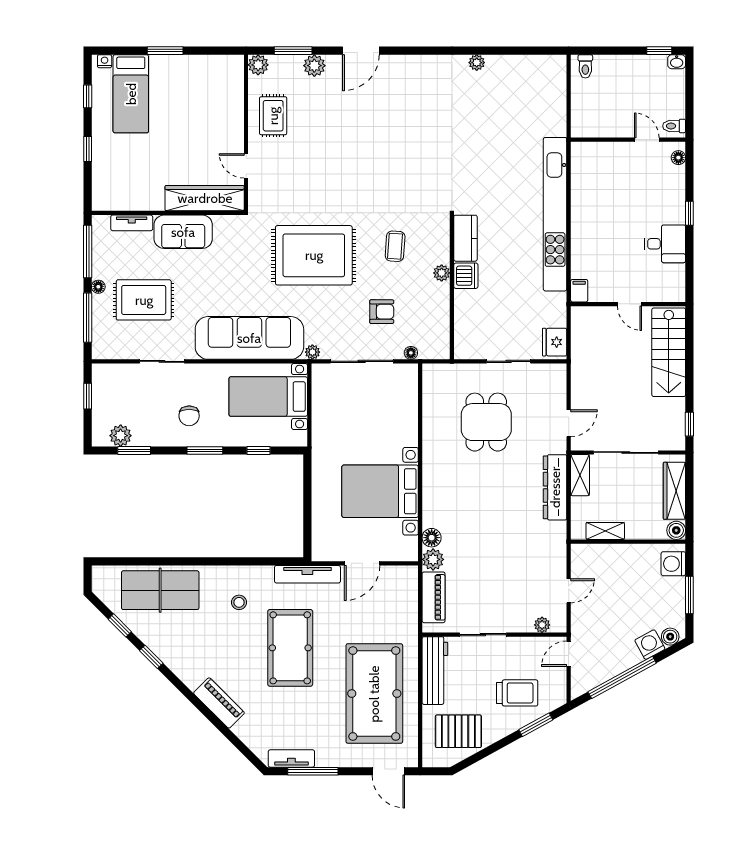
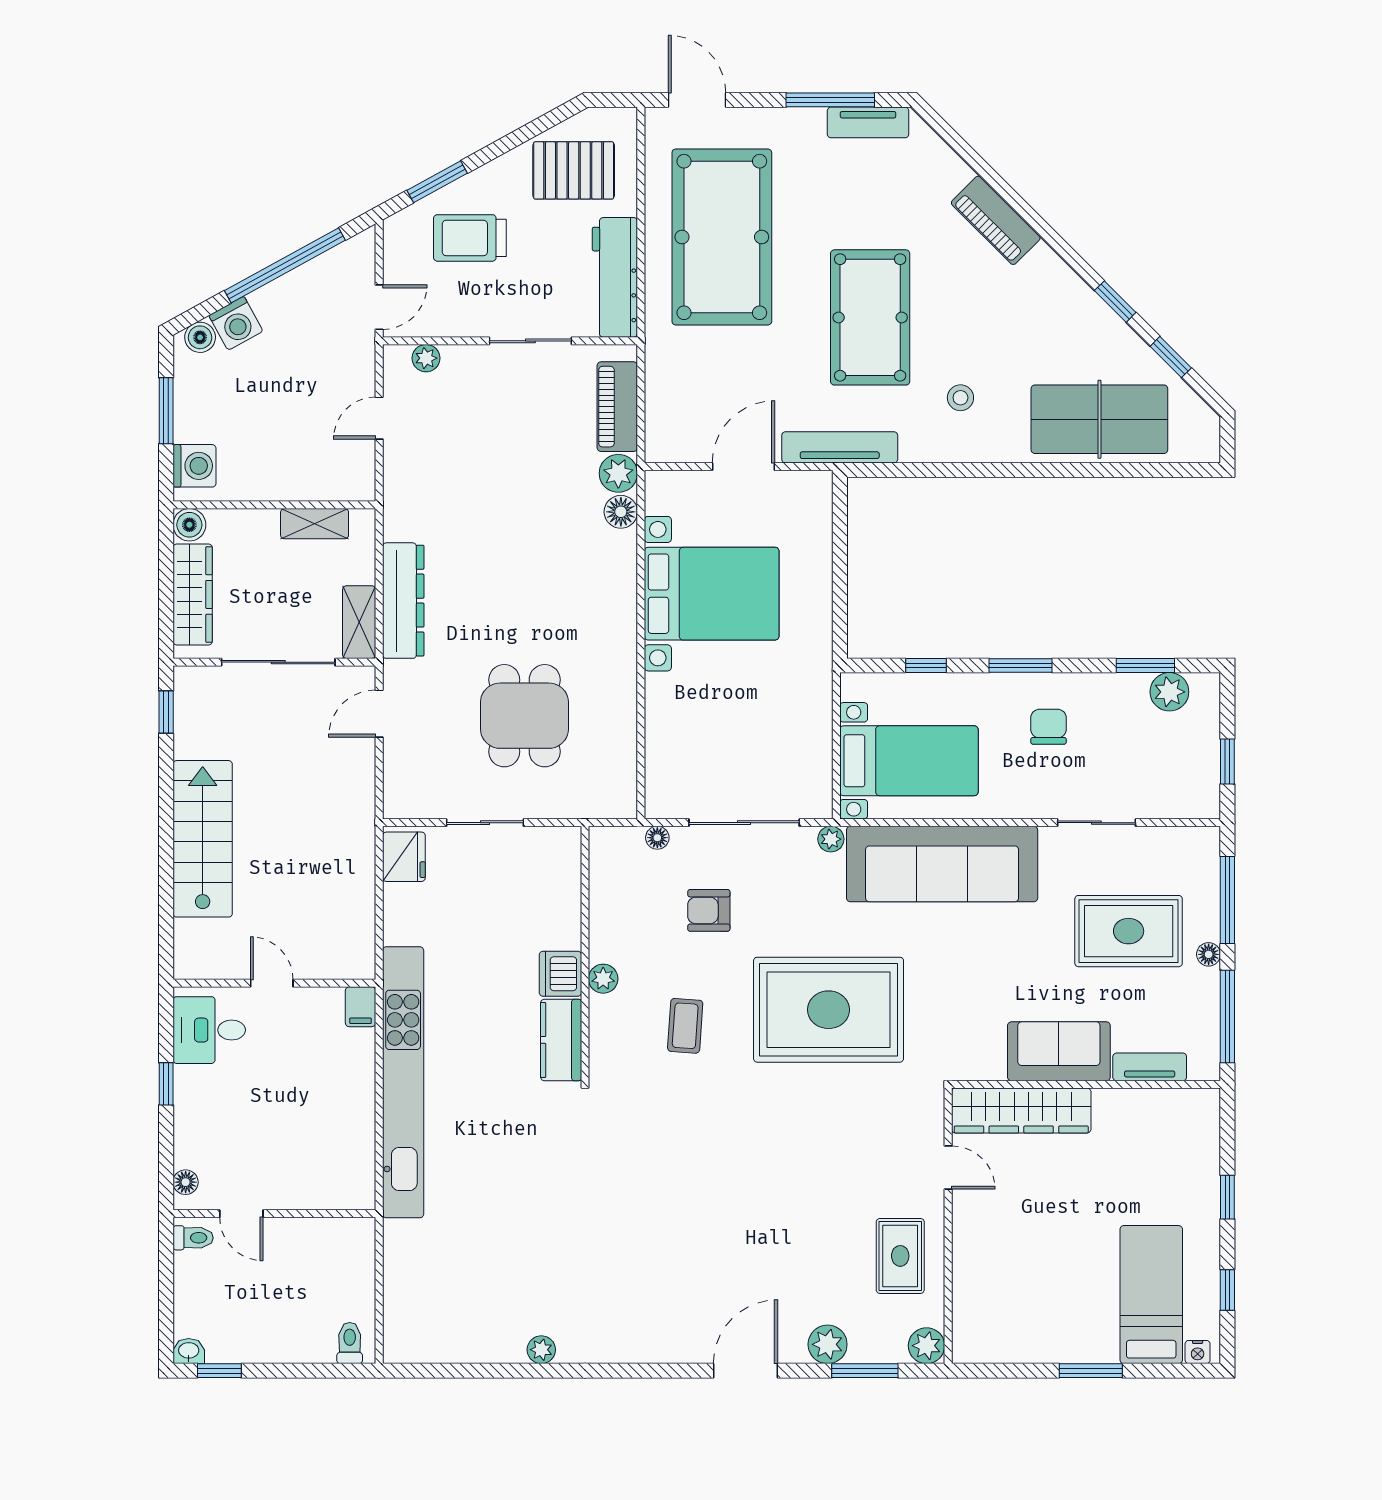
filing cabinet: (579, 291) -> (361, 1007), moved
wall: (628, 304) -> (274, 983), moved
door: (630, 304) -> (272, 983), moved

